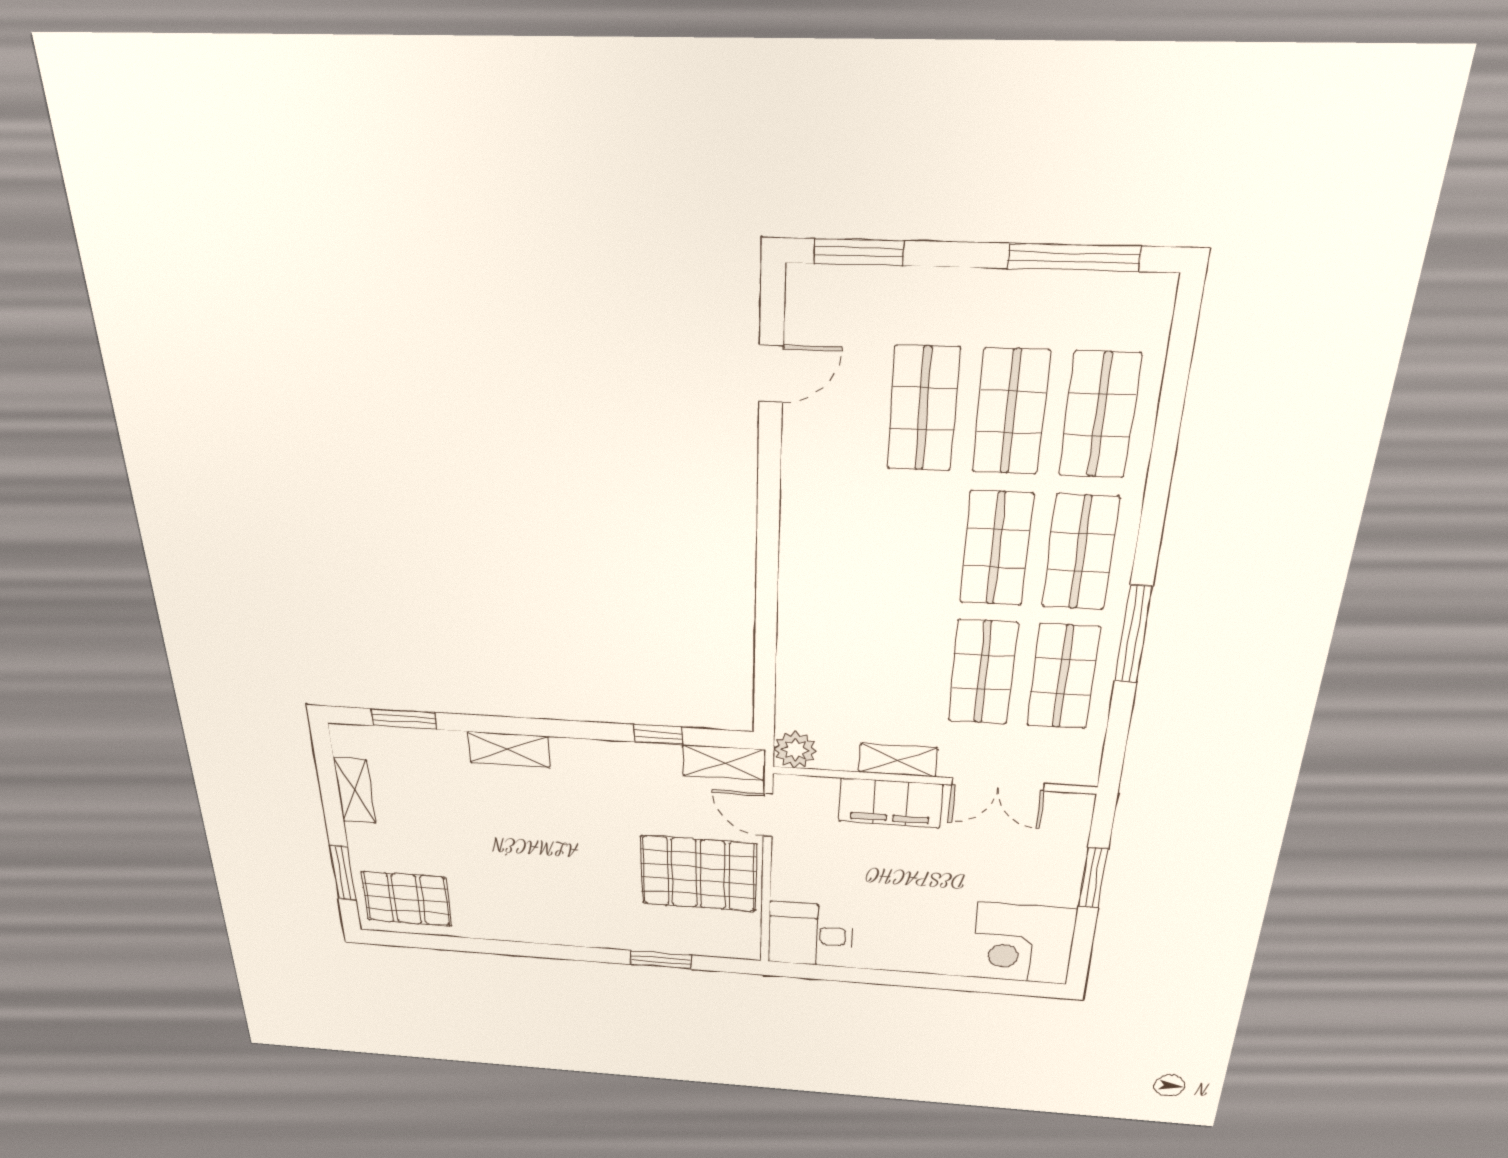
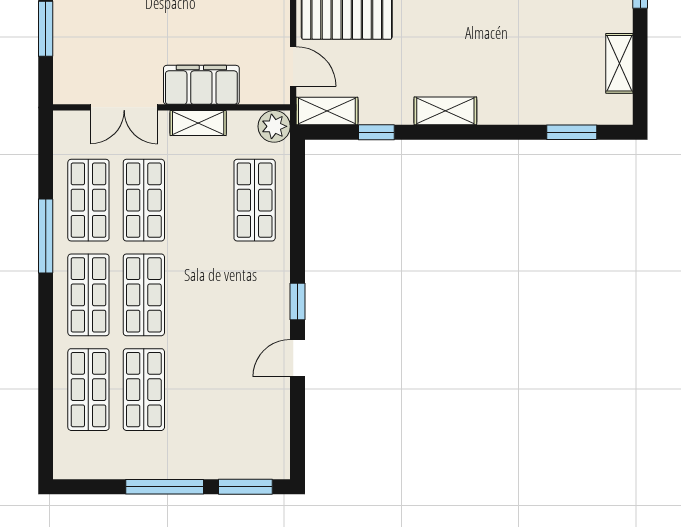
window: (1074, 257) -> (165, 487), moved
door: (771, 374) -> (297, 358), moved
shop shelf: (923, 409) -> (255, 200), moved
window: (768, 529) -> (297, 302), added
shelving: (509, 749) -> (445, 111), moved
double door: (998, 784) -> (124, 107), swing flipped

